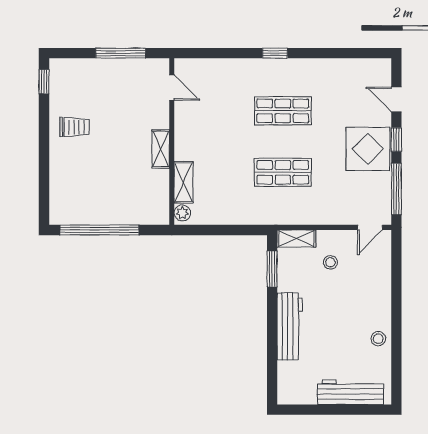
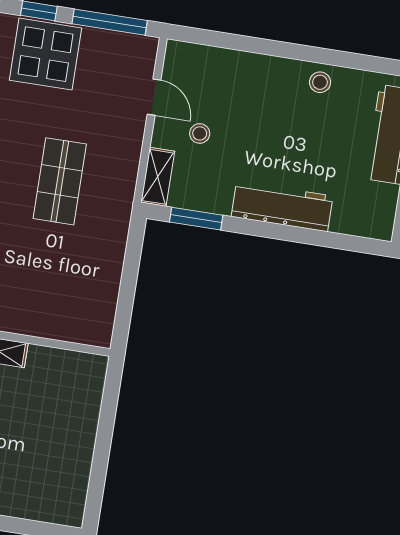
shelving: (184, 182) -> (52, 326), removed
plant: (182, 213) -> (95, 335), removed
door: (370, 227) -> (154, 97), moved
window: (99, 230) -> (101, 457), removed

